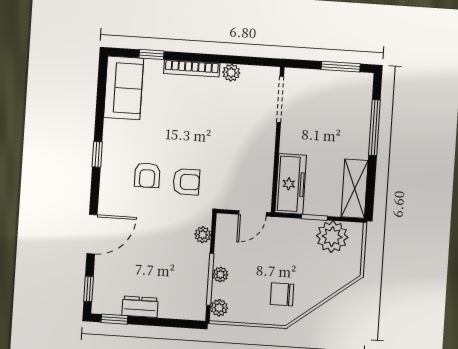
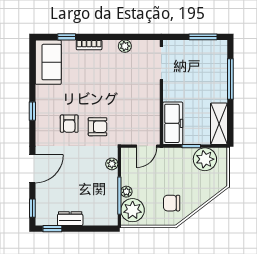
bookcase: (192, 68) -> (89, 45), width x0.64
plant: (219, 308) -> (133, 210), width x1.88, depth x1.88

